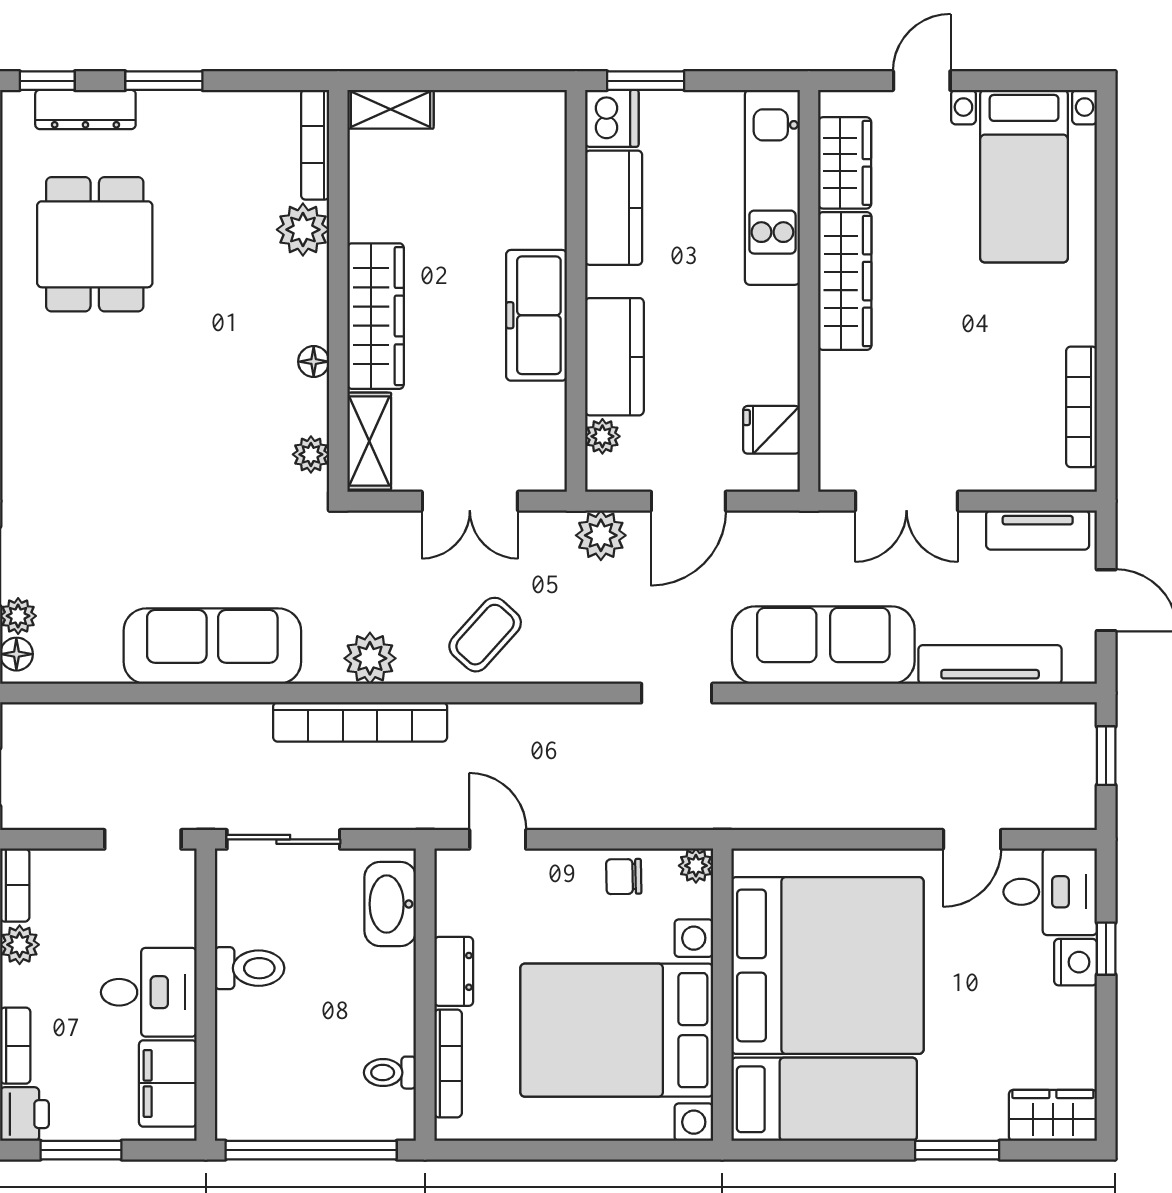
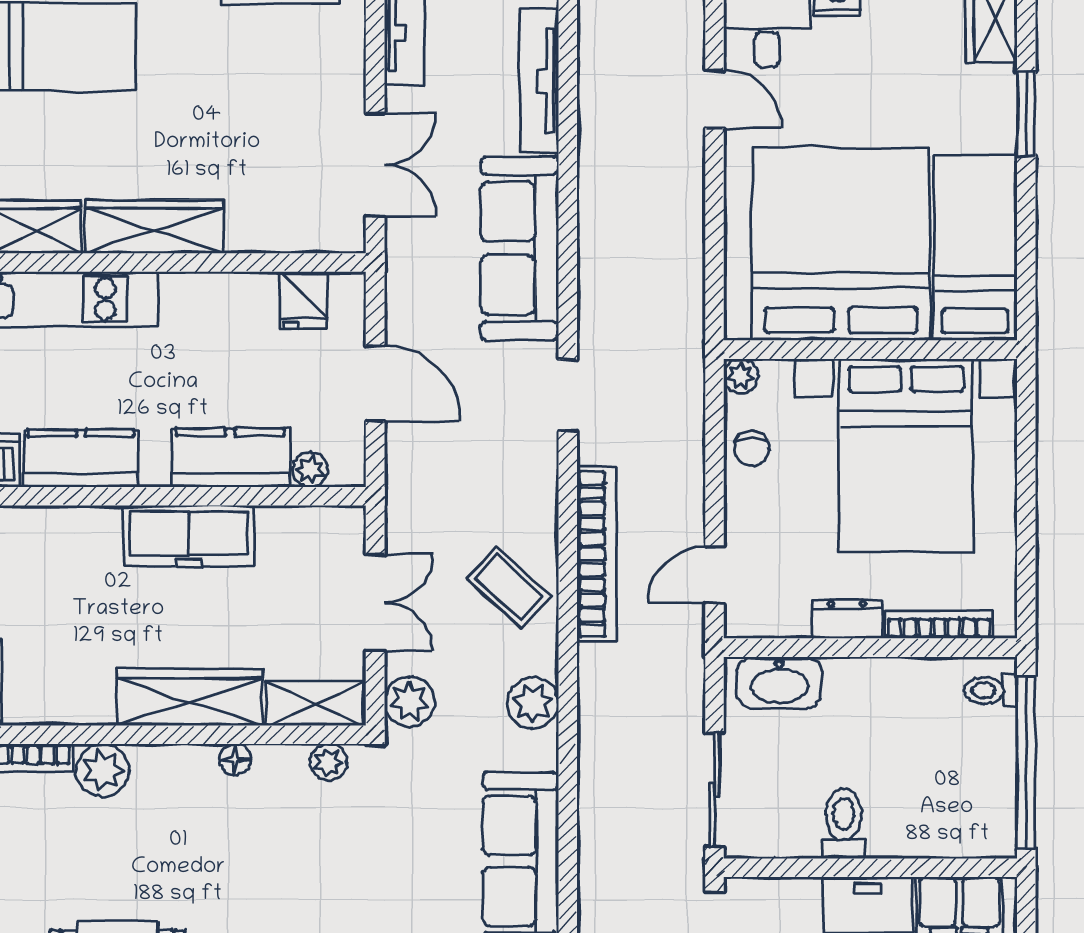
plant: (601, 535) -> (409, 702), moved
bookcase: (360, 722) -> (597, 554), moved
toilet: (390, 1073) -> (991, 690), moved, turned 90

